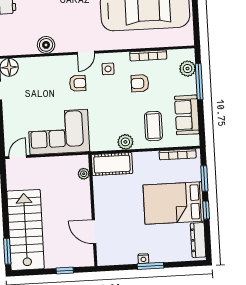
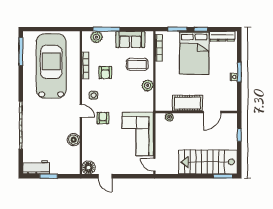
cot: (112, 164) -> (187, 103), moved, turned 90

